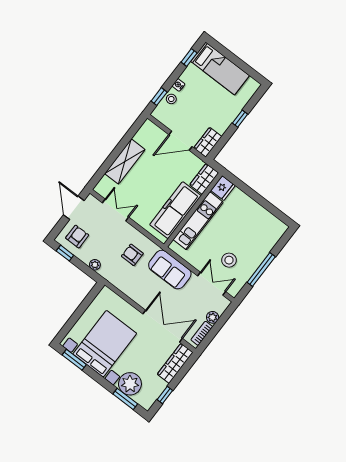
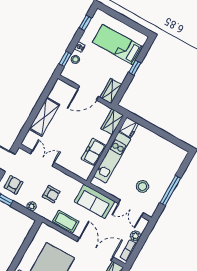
bed: (220, 68) -> (118, 45), moved, turned 180
freezer: (175, 210) -> (94, 152), width x0.52, depth x0.79
armchair: (132, 255) -> (51, 194), moved, turned 180
double door: (212, 284) -> (131, 208), swing flipped
coffee table: (133, 289) -> (66, 221), added

